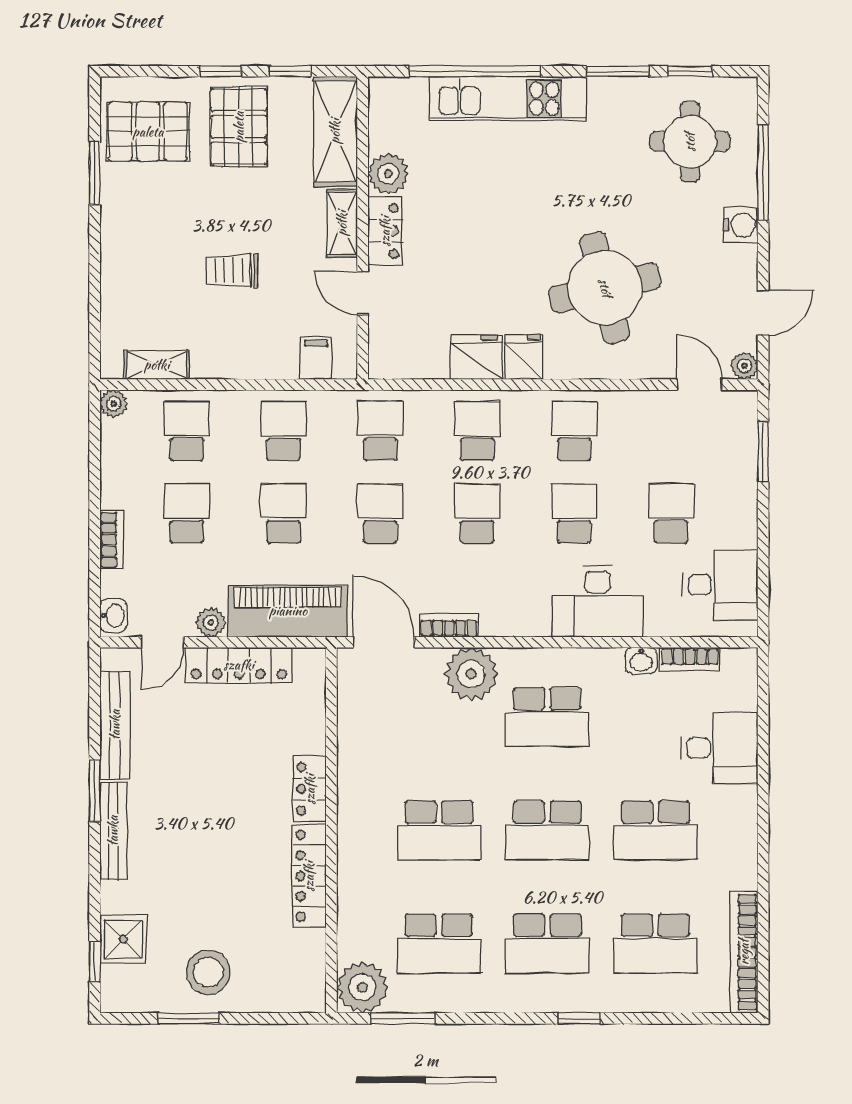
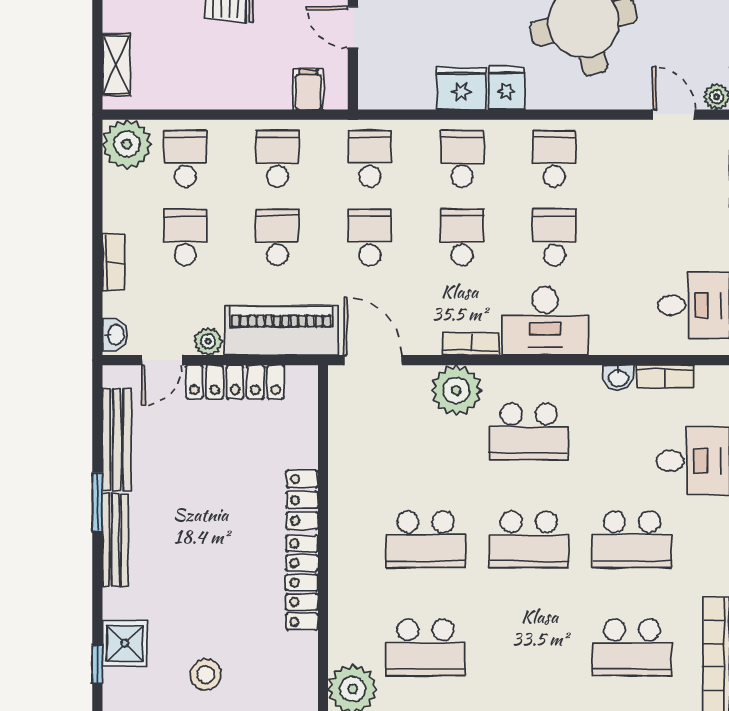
shelving: (157, 365) -> (116, 65), moved, turned 90
plant: (114, 404) -> (127, 144), width x1.88, depth x1.88
school desk: (671, 513) -> (647, 237), removed
desk: (598, 601) -> (545, 321), moved
bookcase: (449, 625) -> (471, 344), moved
school desk: (547, 944) -> (529, 647), removed
stool: (208, 972) -> (206, 675), width x0.73, depth x0.73

